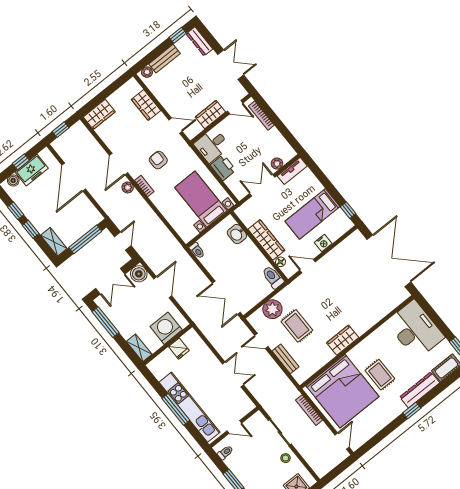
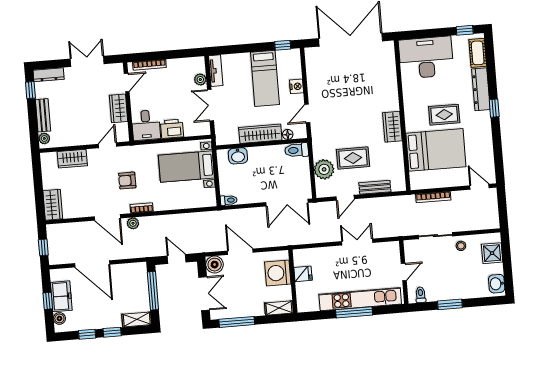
bed: (342, 391) -> (436, 150), width x0.73

